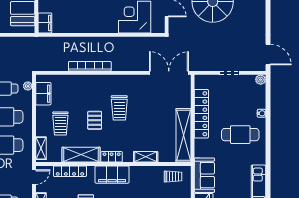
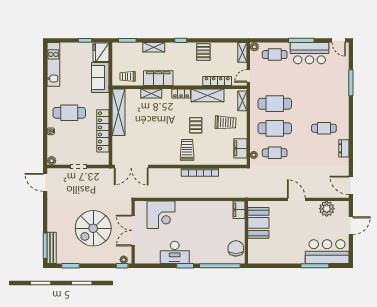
trolley: (119, 108) -> (187, 150), moved
trolley: (60, 123) -> (226, 123), turned 92
filing cabinet: (112, 175) -> (158, 78), moved

